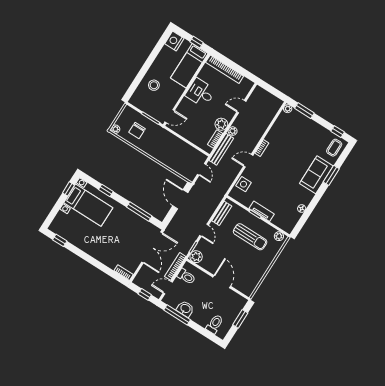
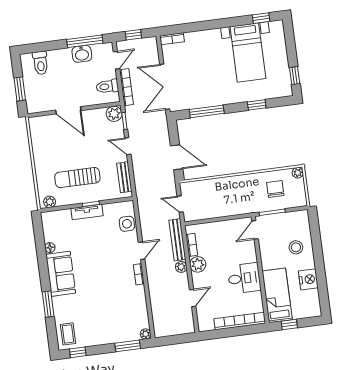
nightstand: (174, 41) -> (308, 279), moved
sofa: (316, 175) -> (61, 274), moved
bed with nightstands: (88, 205) -> (248, 52), moved, turned -90

